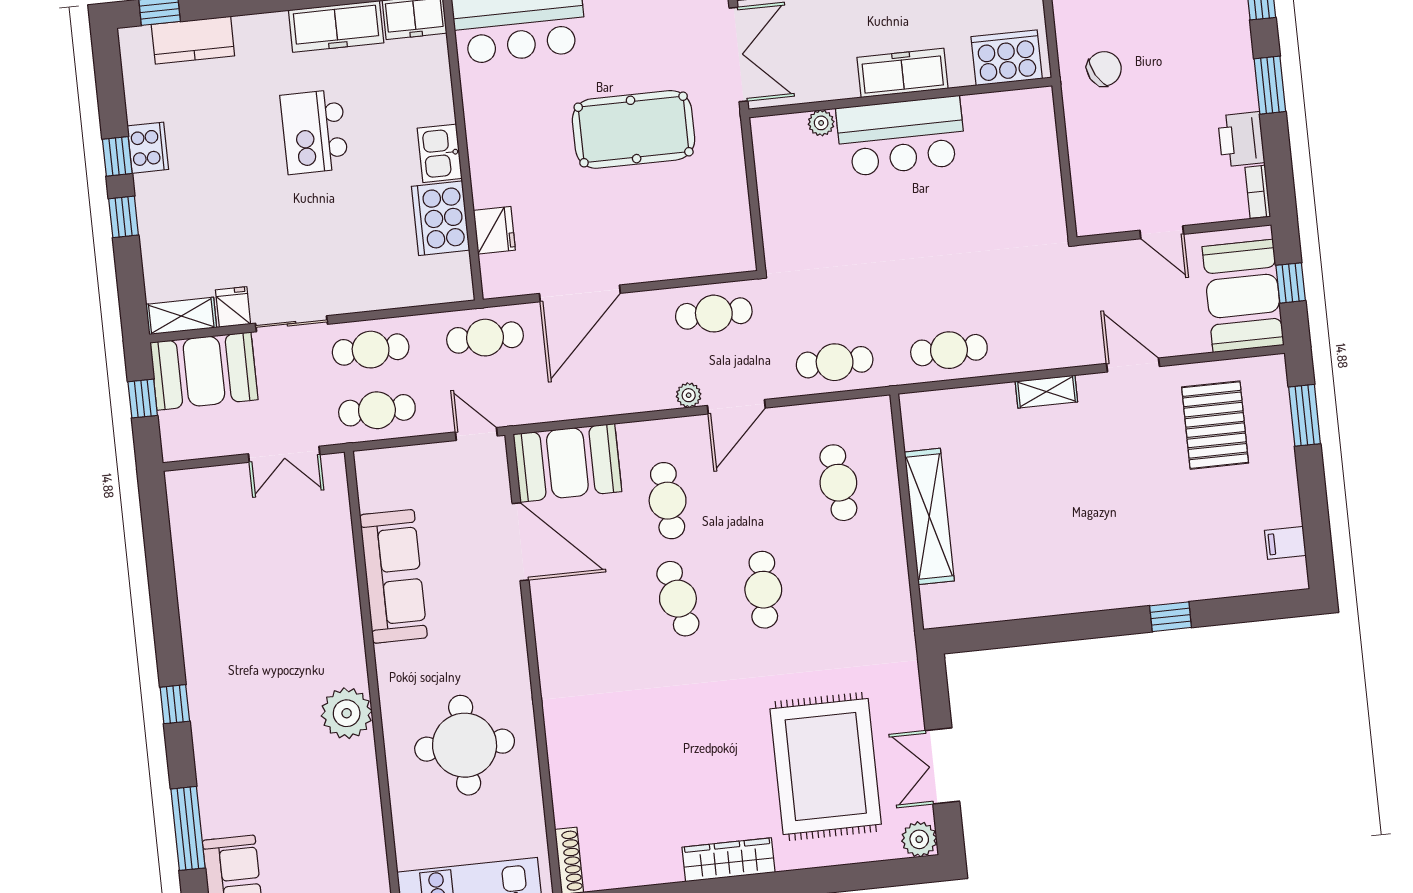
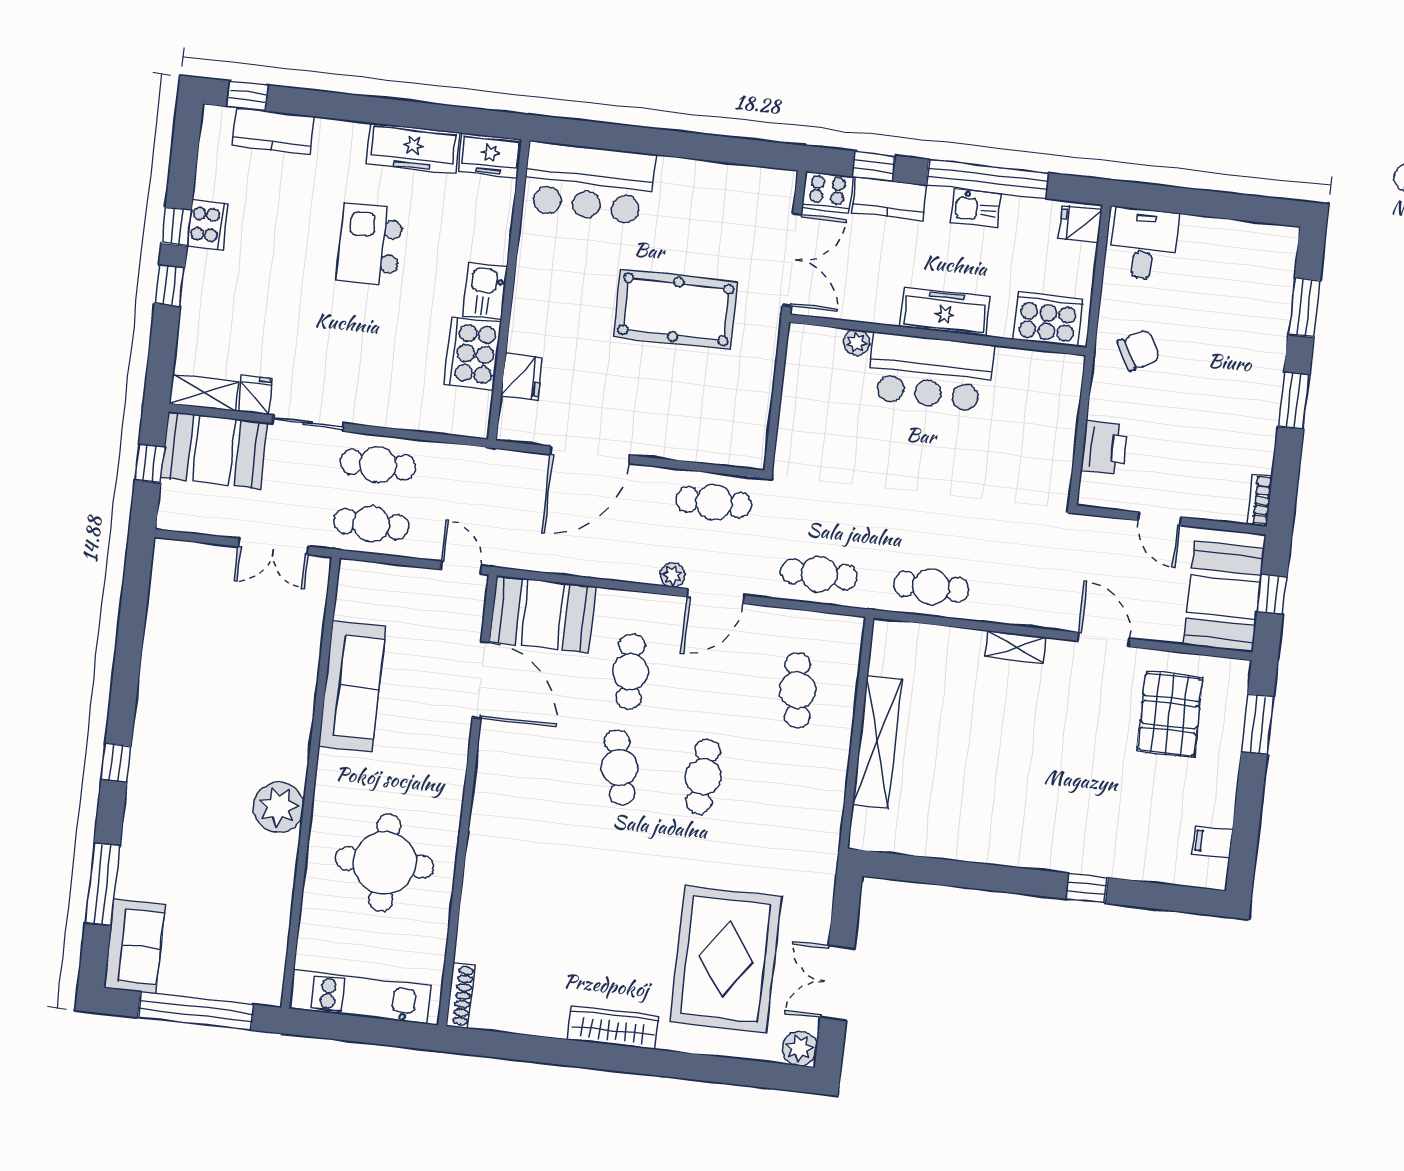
printer: (1241, 139) -> (1104, 448), moved, turned 180
cafe table: (485, 338) -> (490, 477), removed

